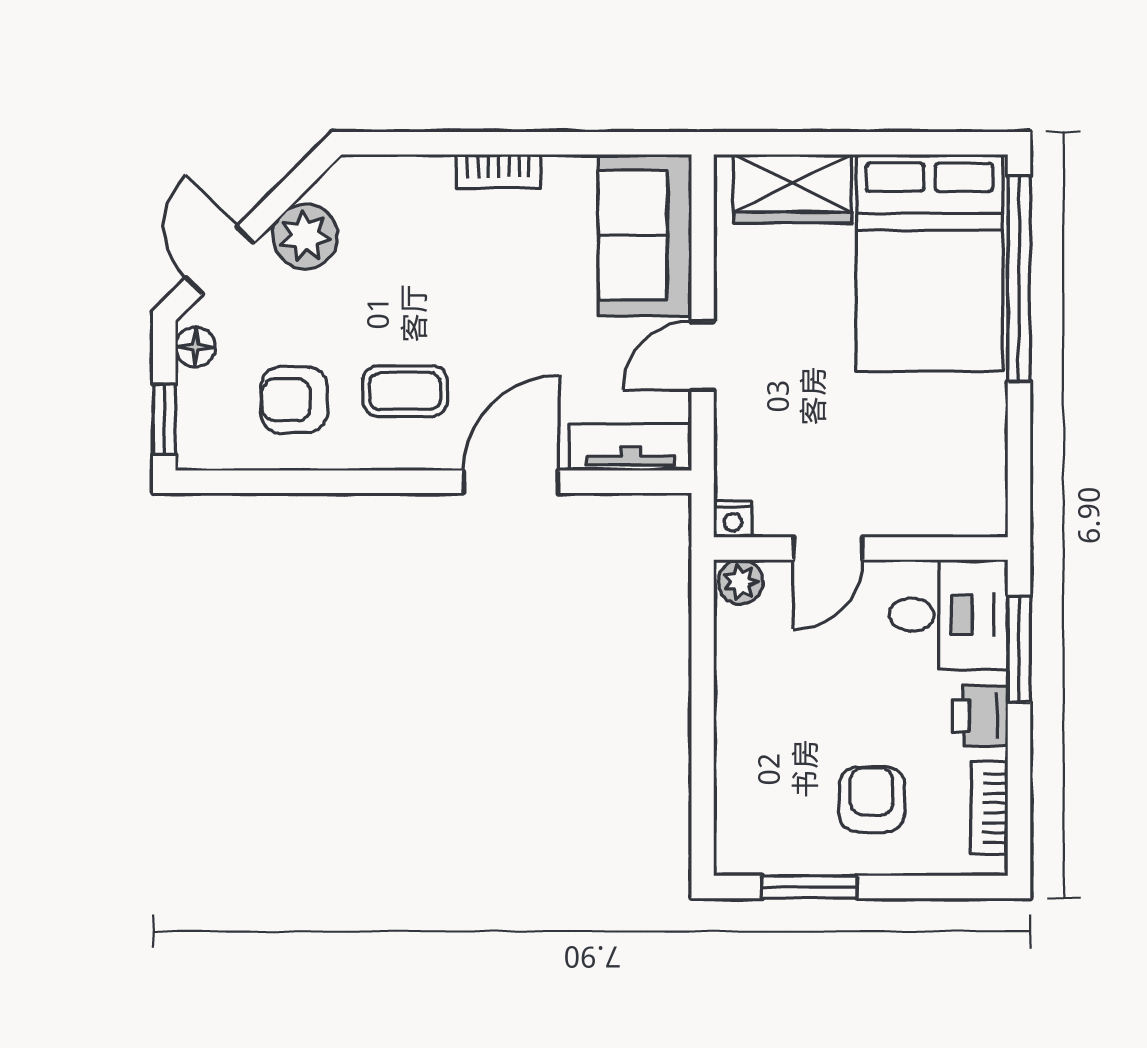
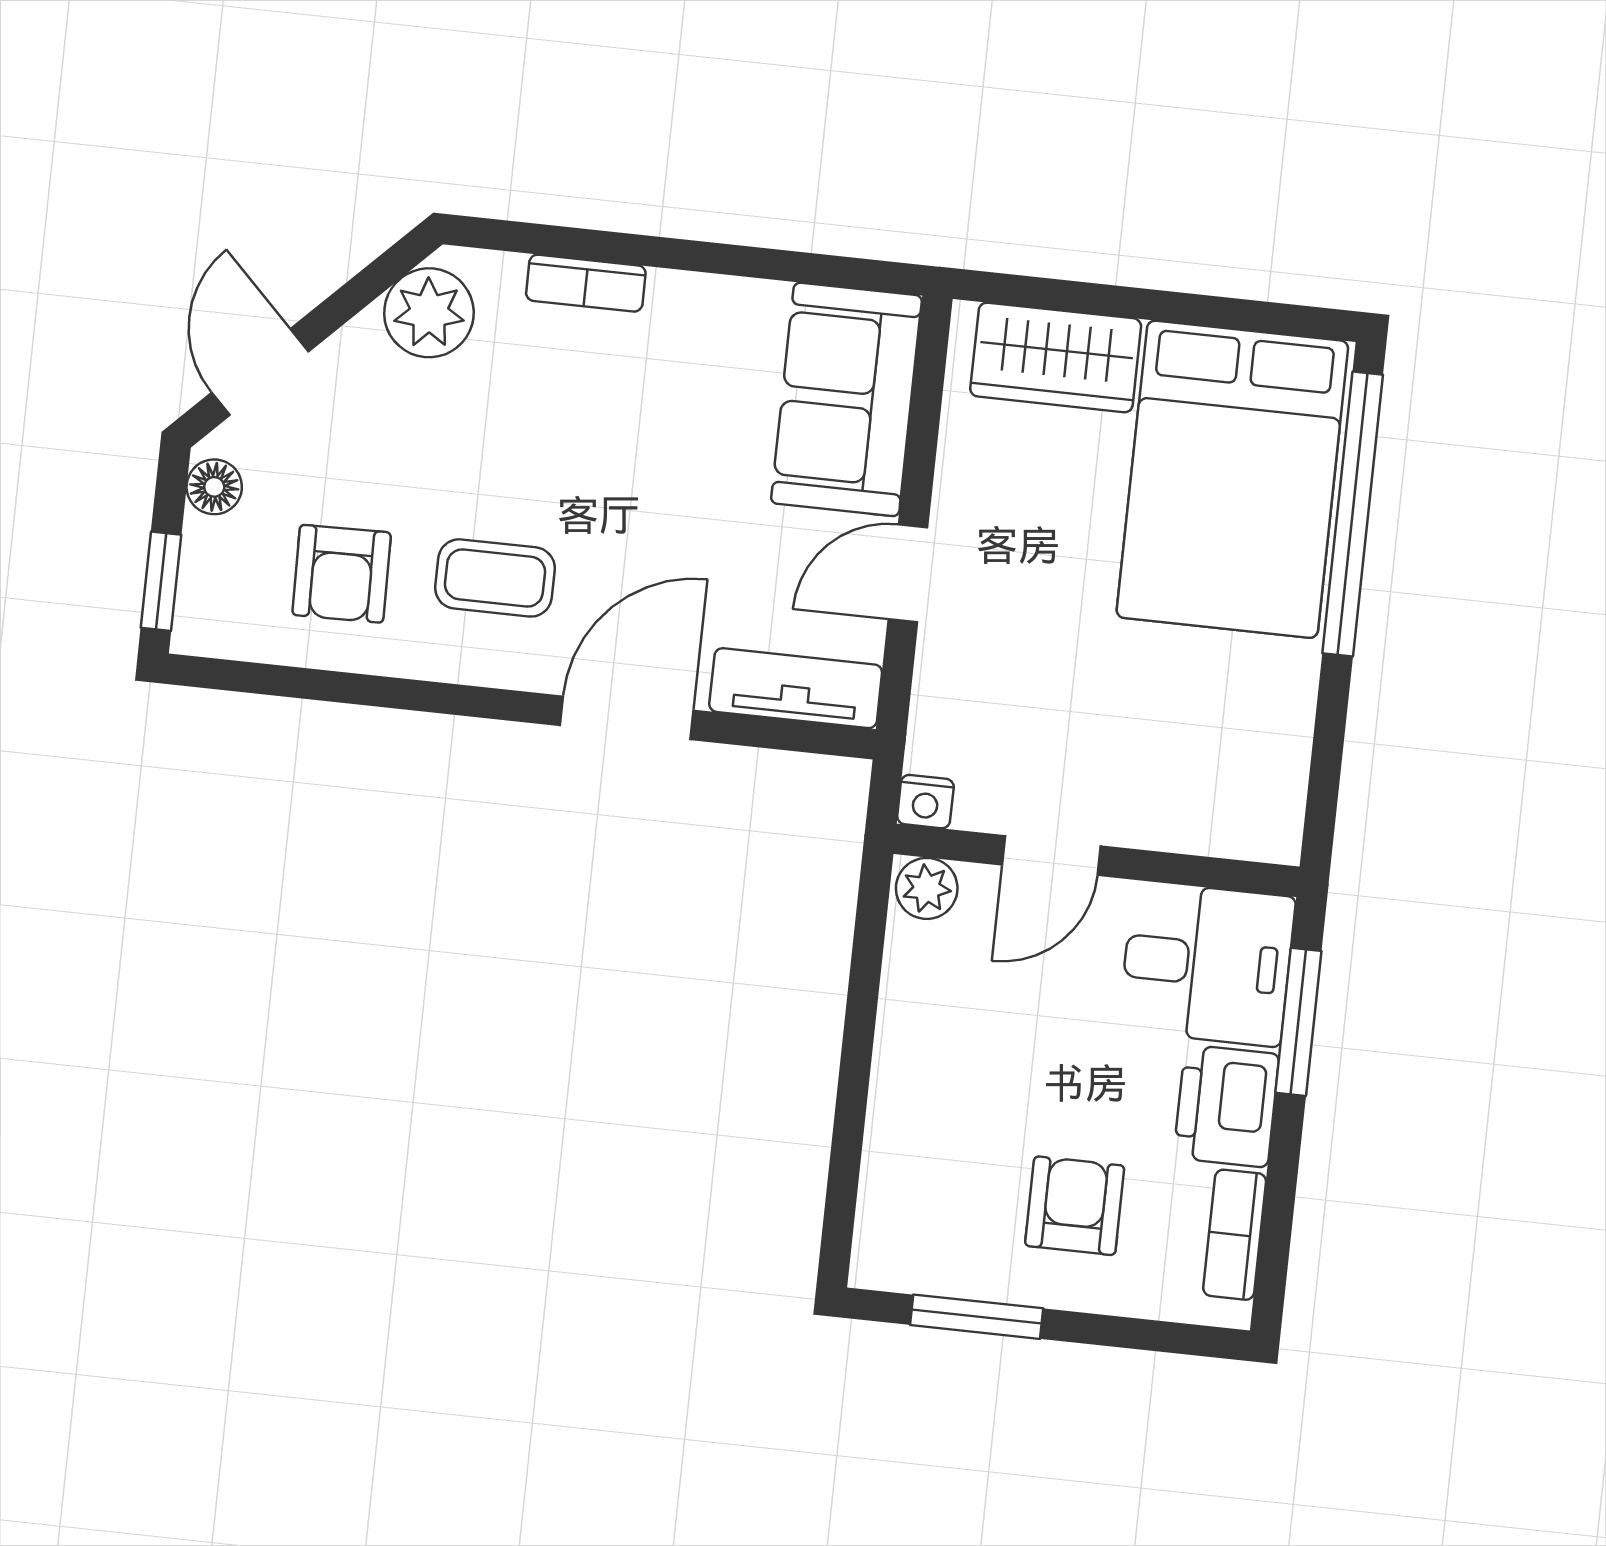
bookcase: (498, 171) -> (586, 283), moved
plant: (305, 236) -> (429, 313), moved
armchair: (294, 400) -> (342, 574), turned -91
printer: (980, 716) -> (1226, 1106), width x1.36, depth x1.24

